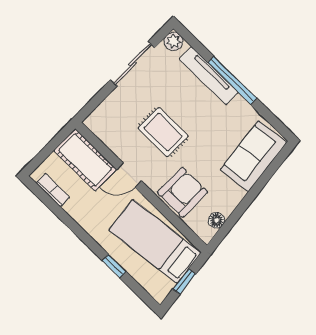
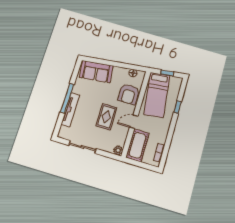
plant: (173, 41) -> (118, 150), moved
door: (129, 175) -> (134, 122), swing flipped
armchair: (182, 192) -> (129, 94), turned -90

